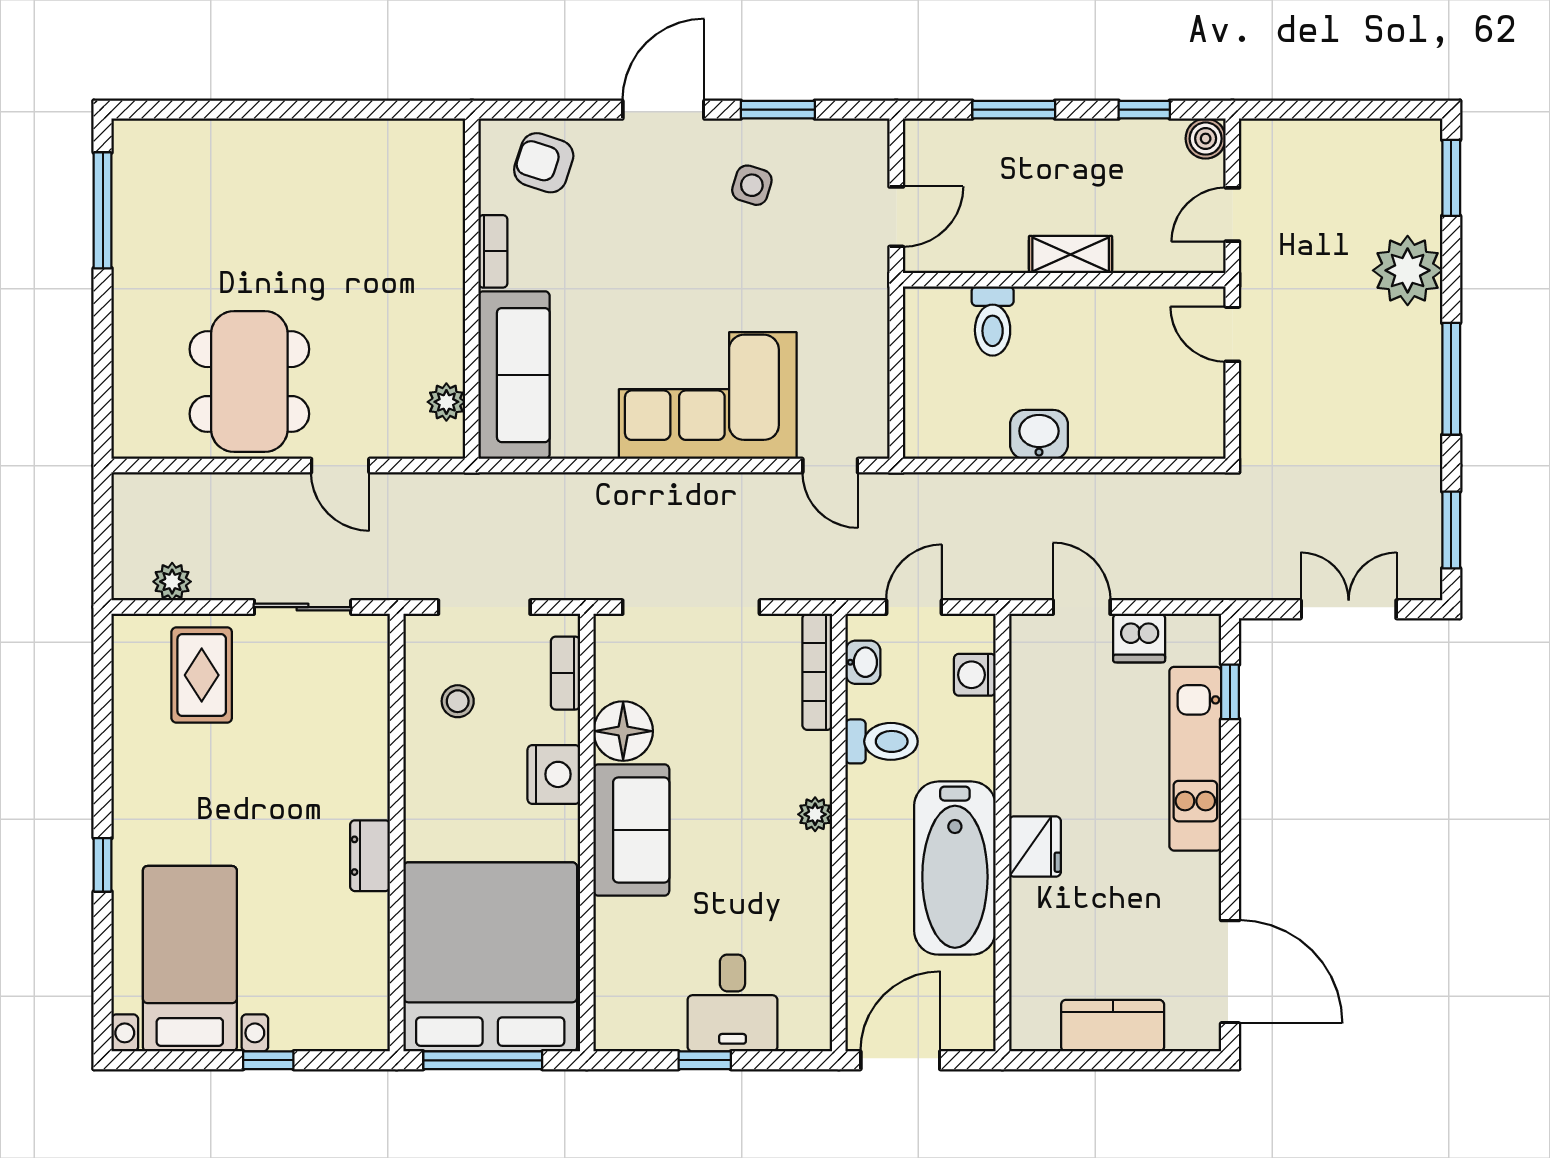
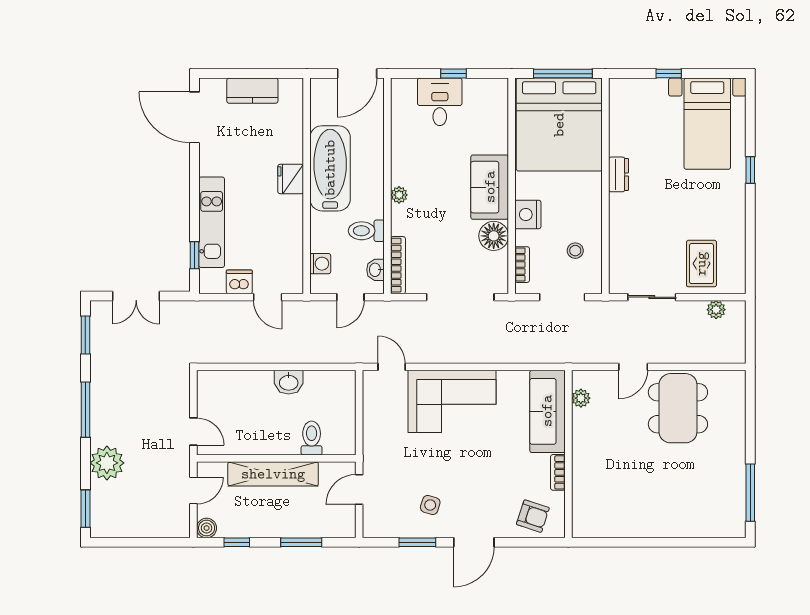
shelving: (1071, 255) -> (273, 474), width x2.20, depth x1.33
door: (340, 466) -> (633, 367), swing flipped

